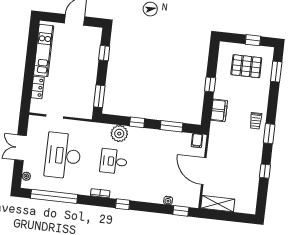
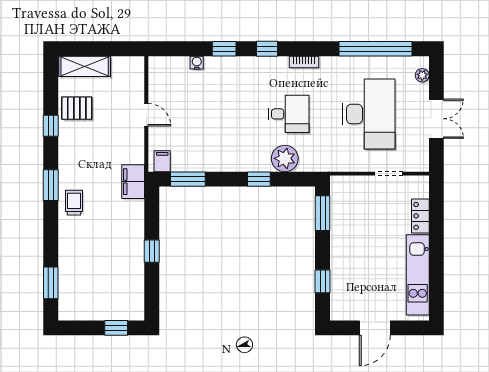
window: (253, 40) -> (116, 328), moved
pallet: (246, 66) -> (77, 108), moved, width x0.67, depth x0.71
filing cabinet: (219, 110) -> (133, 182), moved
window: (172, 126) -> (188, 179), moved
door: (204, 171) -> (146, 115), width x0.53
shelving: (218, 204) -> (85, 66), moved
window: (181, 211) -> (224, 49), moved

